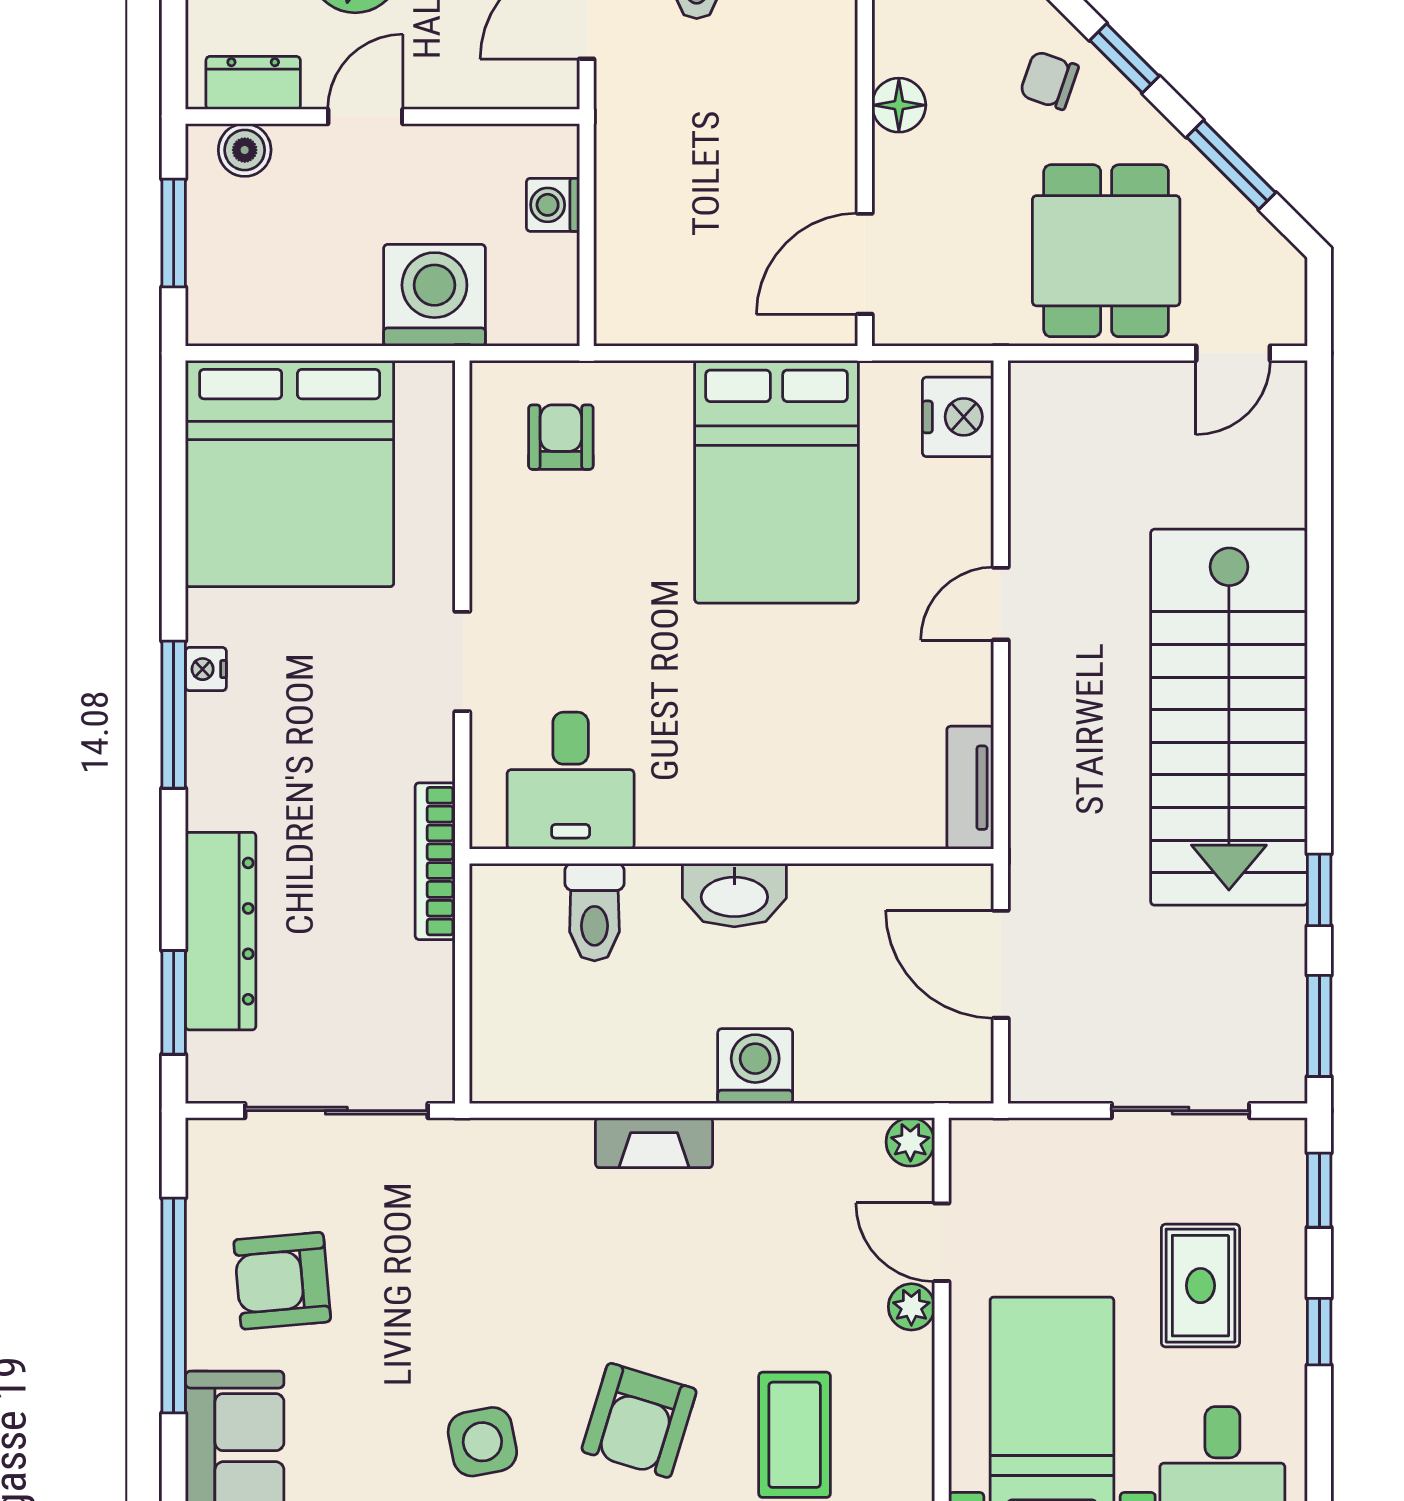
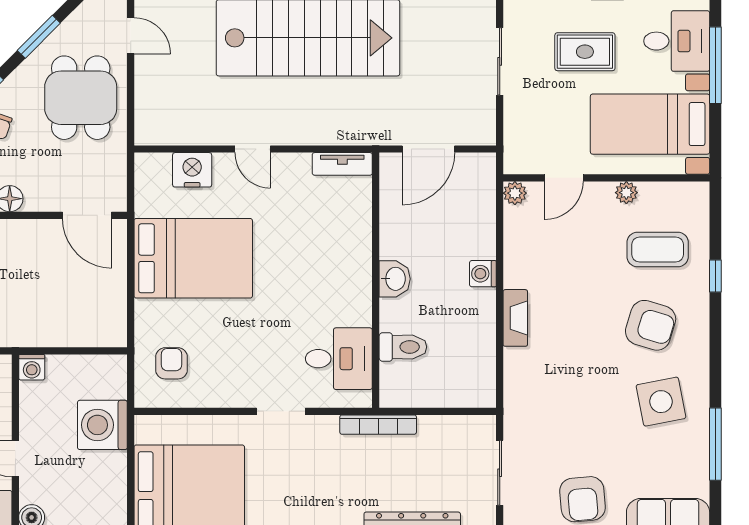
washing machine: (553, 205) -> (32, 367), moved
dining table: (1106, 251) -> (81, 98), turned 90
nightstand: (958, 417) -> (192, 170), moved
armchair: (561, 437) -> (171, 363), turned 90
washbasin: (734, 895) -> (395, 279), width x0.72
washing machine: (755, 1066) -> (483, 274), width x0.73, depth x0.73
sliding door: (336, 1111) -> (500, 473), width x0.73
plant: (911, 1307) -> (626, 193), moved
side table: (482, 1442) -> (661, 402), width x1.37, depth x1.37

